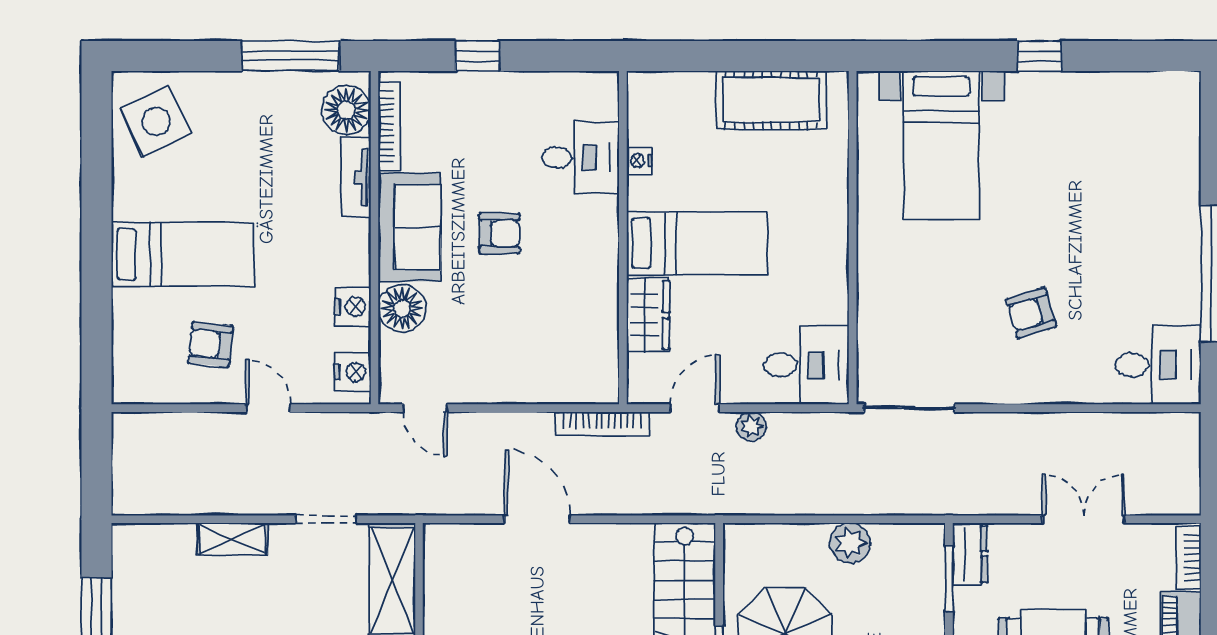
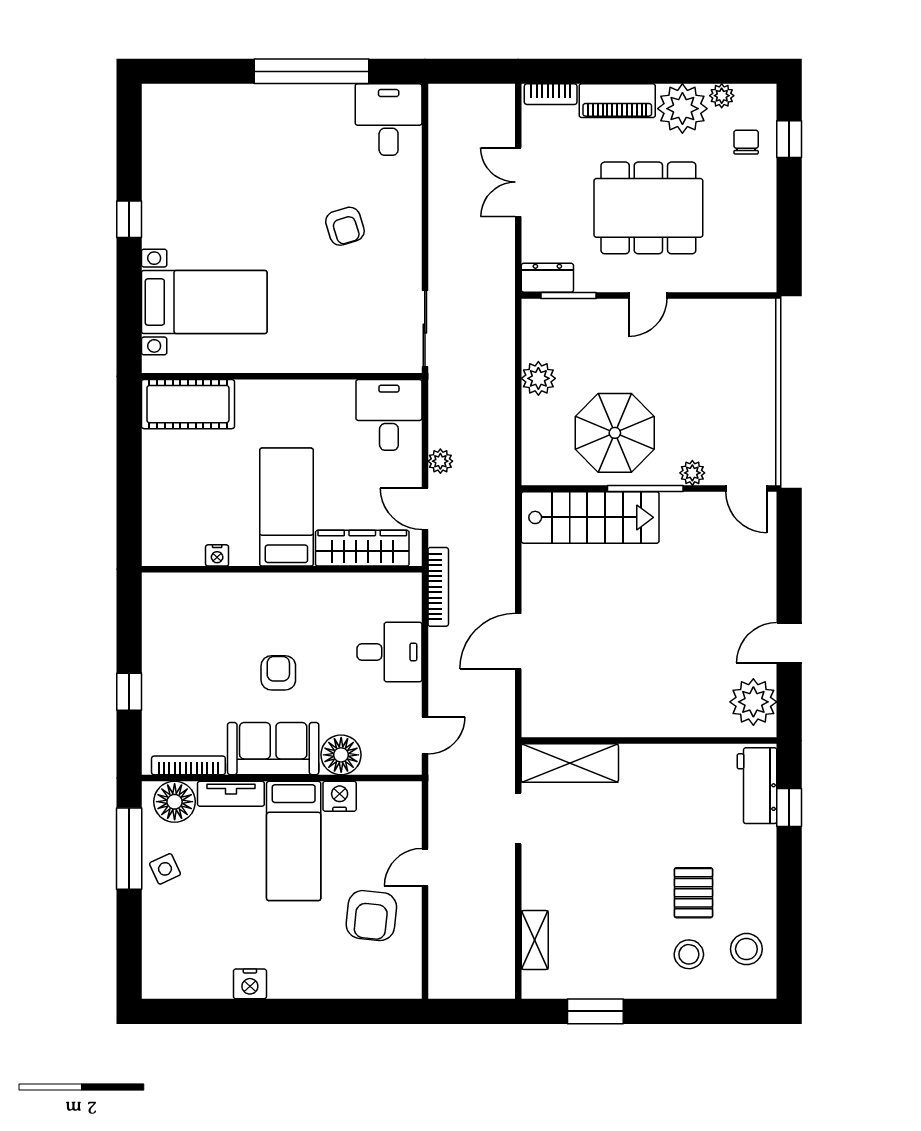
cot: (771, 100) -> (188, 404), moved, turned 90
side table: (156, 121) -> (165, 869), moved, width x0.54, depth x0.54
desk: (581, 157) -> (389, 652), moved, turned 90
bed: (183, 254) -> (294, 841), moved, turned 180
wardrobe: (648, 315) -> (362, 548), width x1.50
armchair: (211, 344) -> (371, 916), width x1.38, depth x1.38
nightstand: (353, 372) -> (250, 984), moved, turned 180
shelving: (232, 539) -> (535, 940), moved

